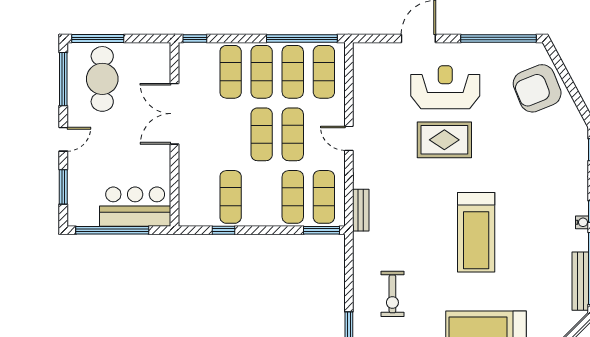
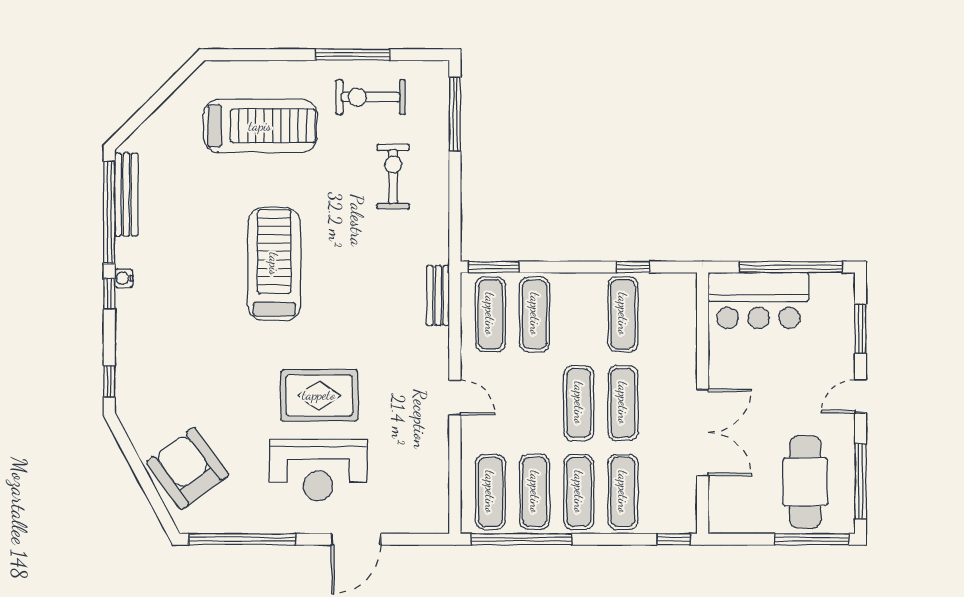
armchair: (537, 88) -> (188, 468), turned -104
exercise mat: (293, 134) -> (623, 403), moved

